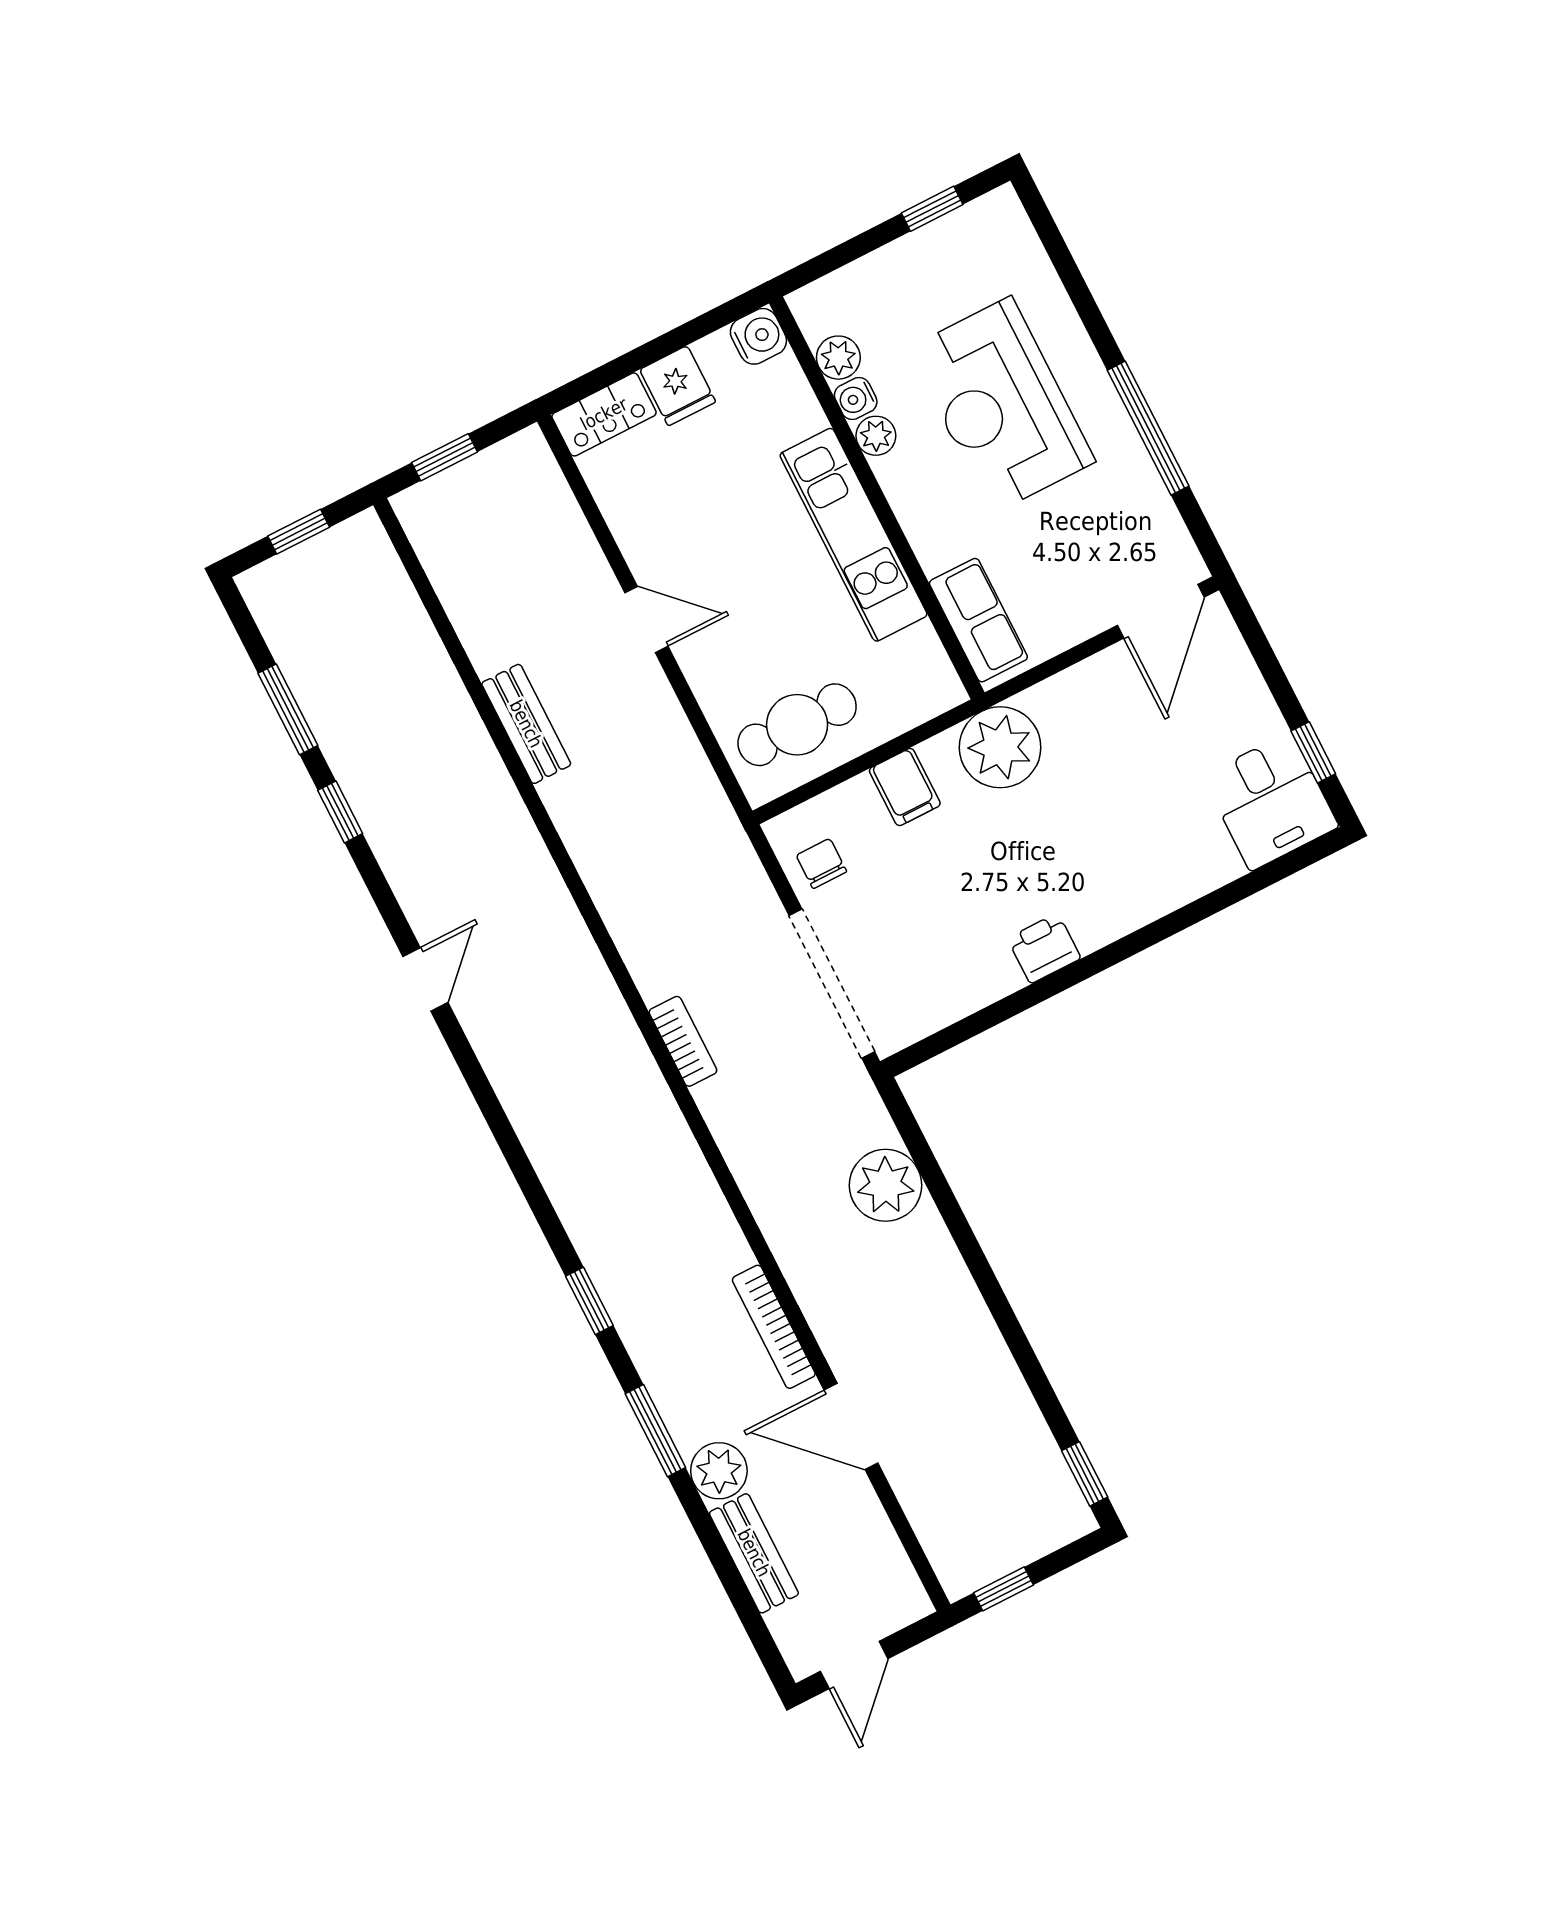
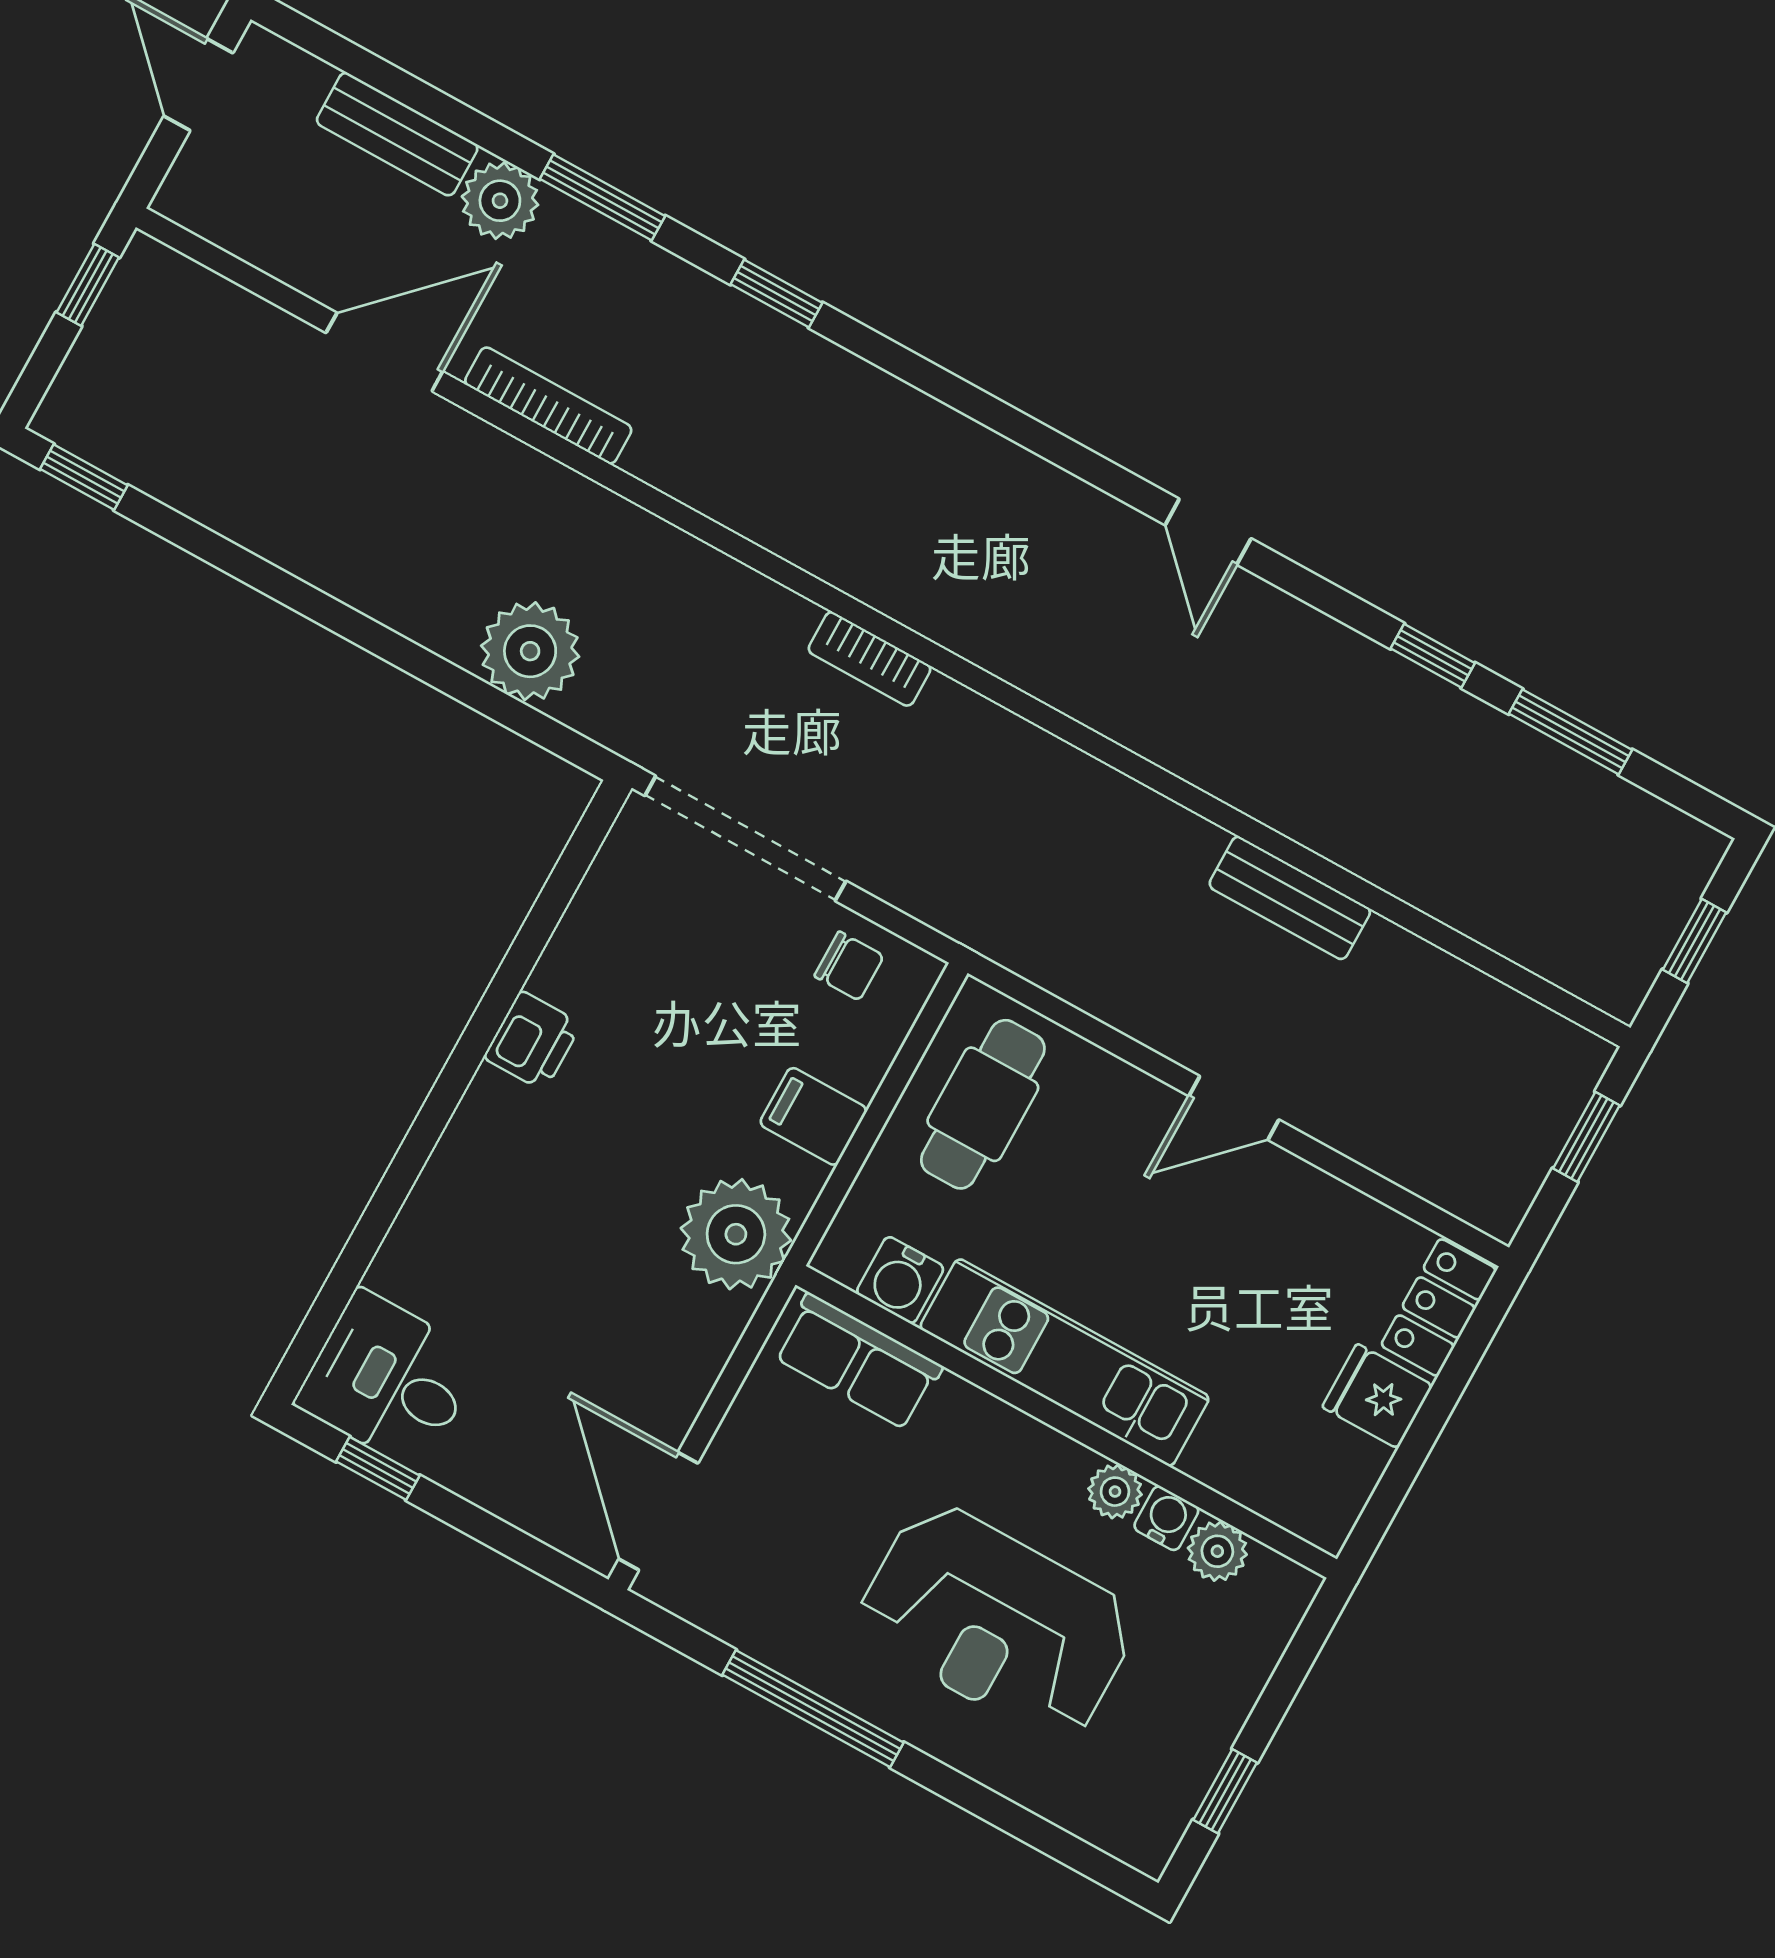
water cooler: (758, 336) -> (900, 1280), moved
reception desk: (1001, 405) -> (997, 1622), turned 180

